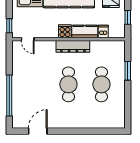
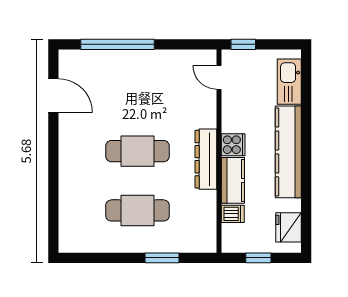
door: (28, 39) -> (219, 77), hinge flipped

